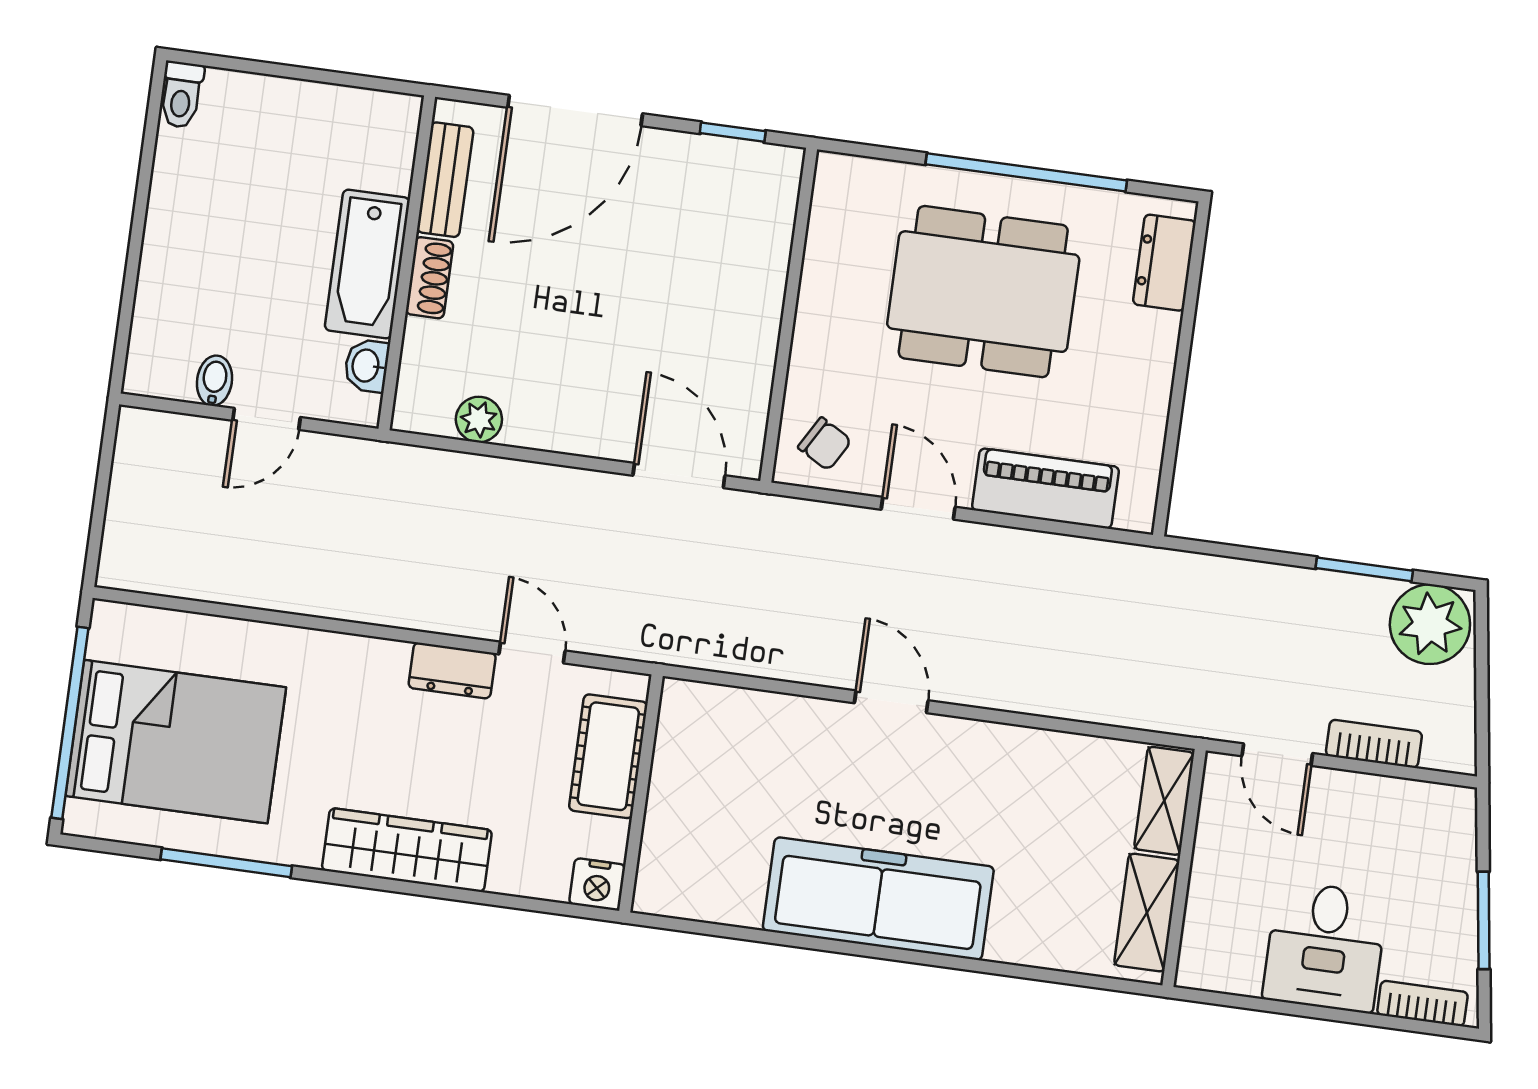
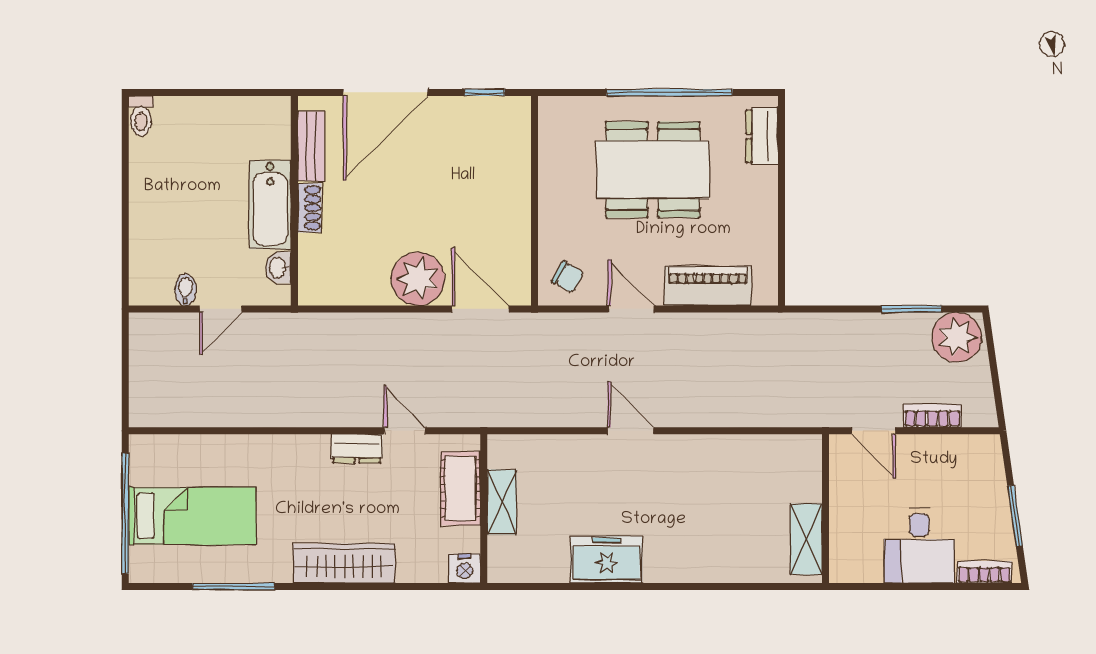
plant: (479, 419) -> (418, 279), moved, width x1.88, depth x1.88
bed: (176, 742) -> (192, 516), width x0.67
shelving: (1164, 801) -> (502, 502), moved
freezer: (878, 899) -> (606, 560), width x0.52, depth x0.79

